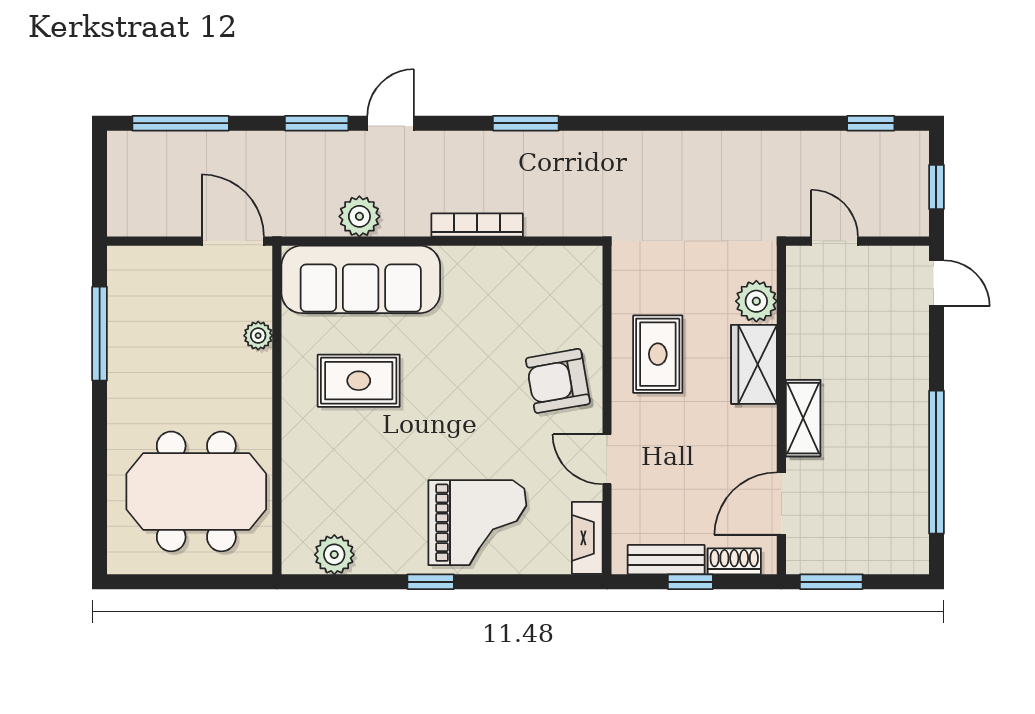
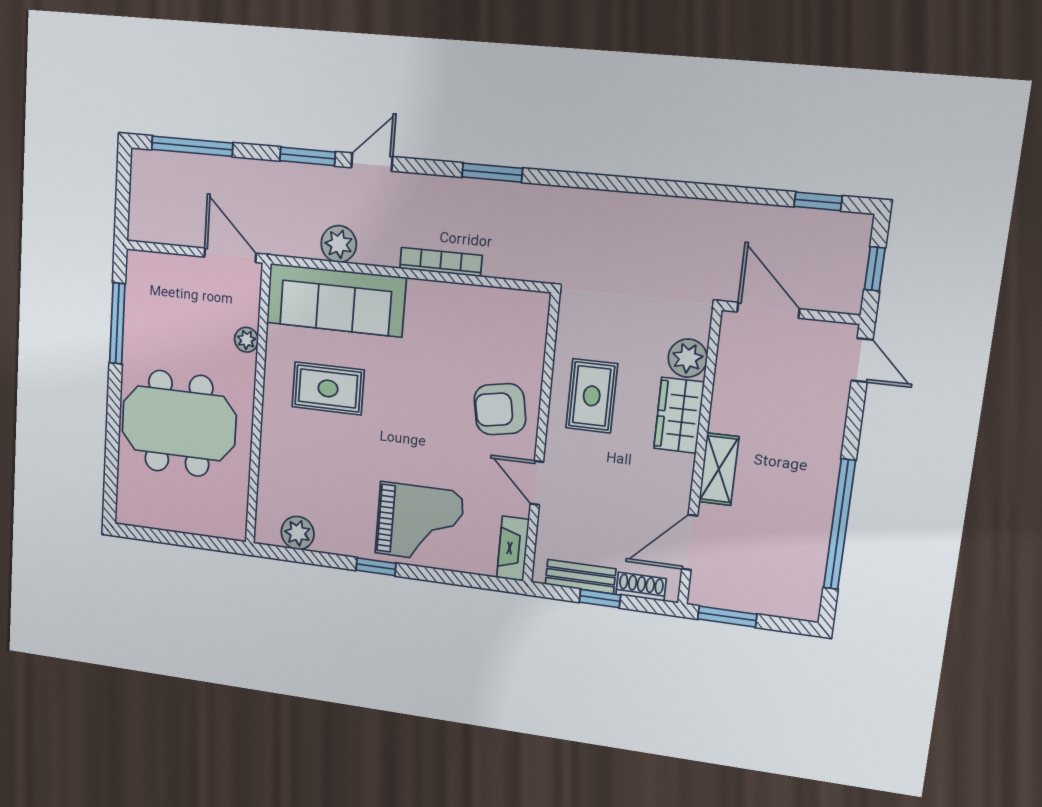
door: (834, 241) -> (768, 310), width x1.38
meeting table: (196, 491) -> (179, 423), moved

